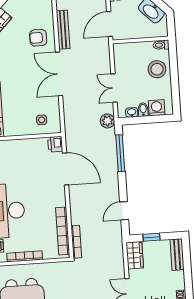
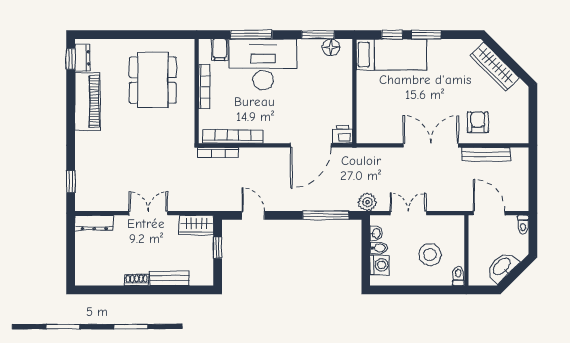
stool: (157, 69) -> (430, 255), moved
side table: (42, 120) -> (374, 119), removed
bench: (177, 255) -> (170, 278), moved

